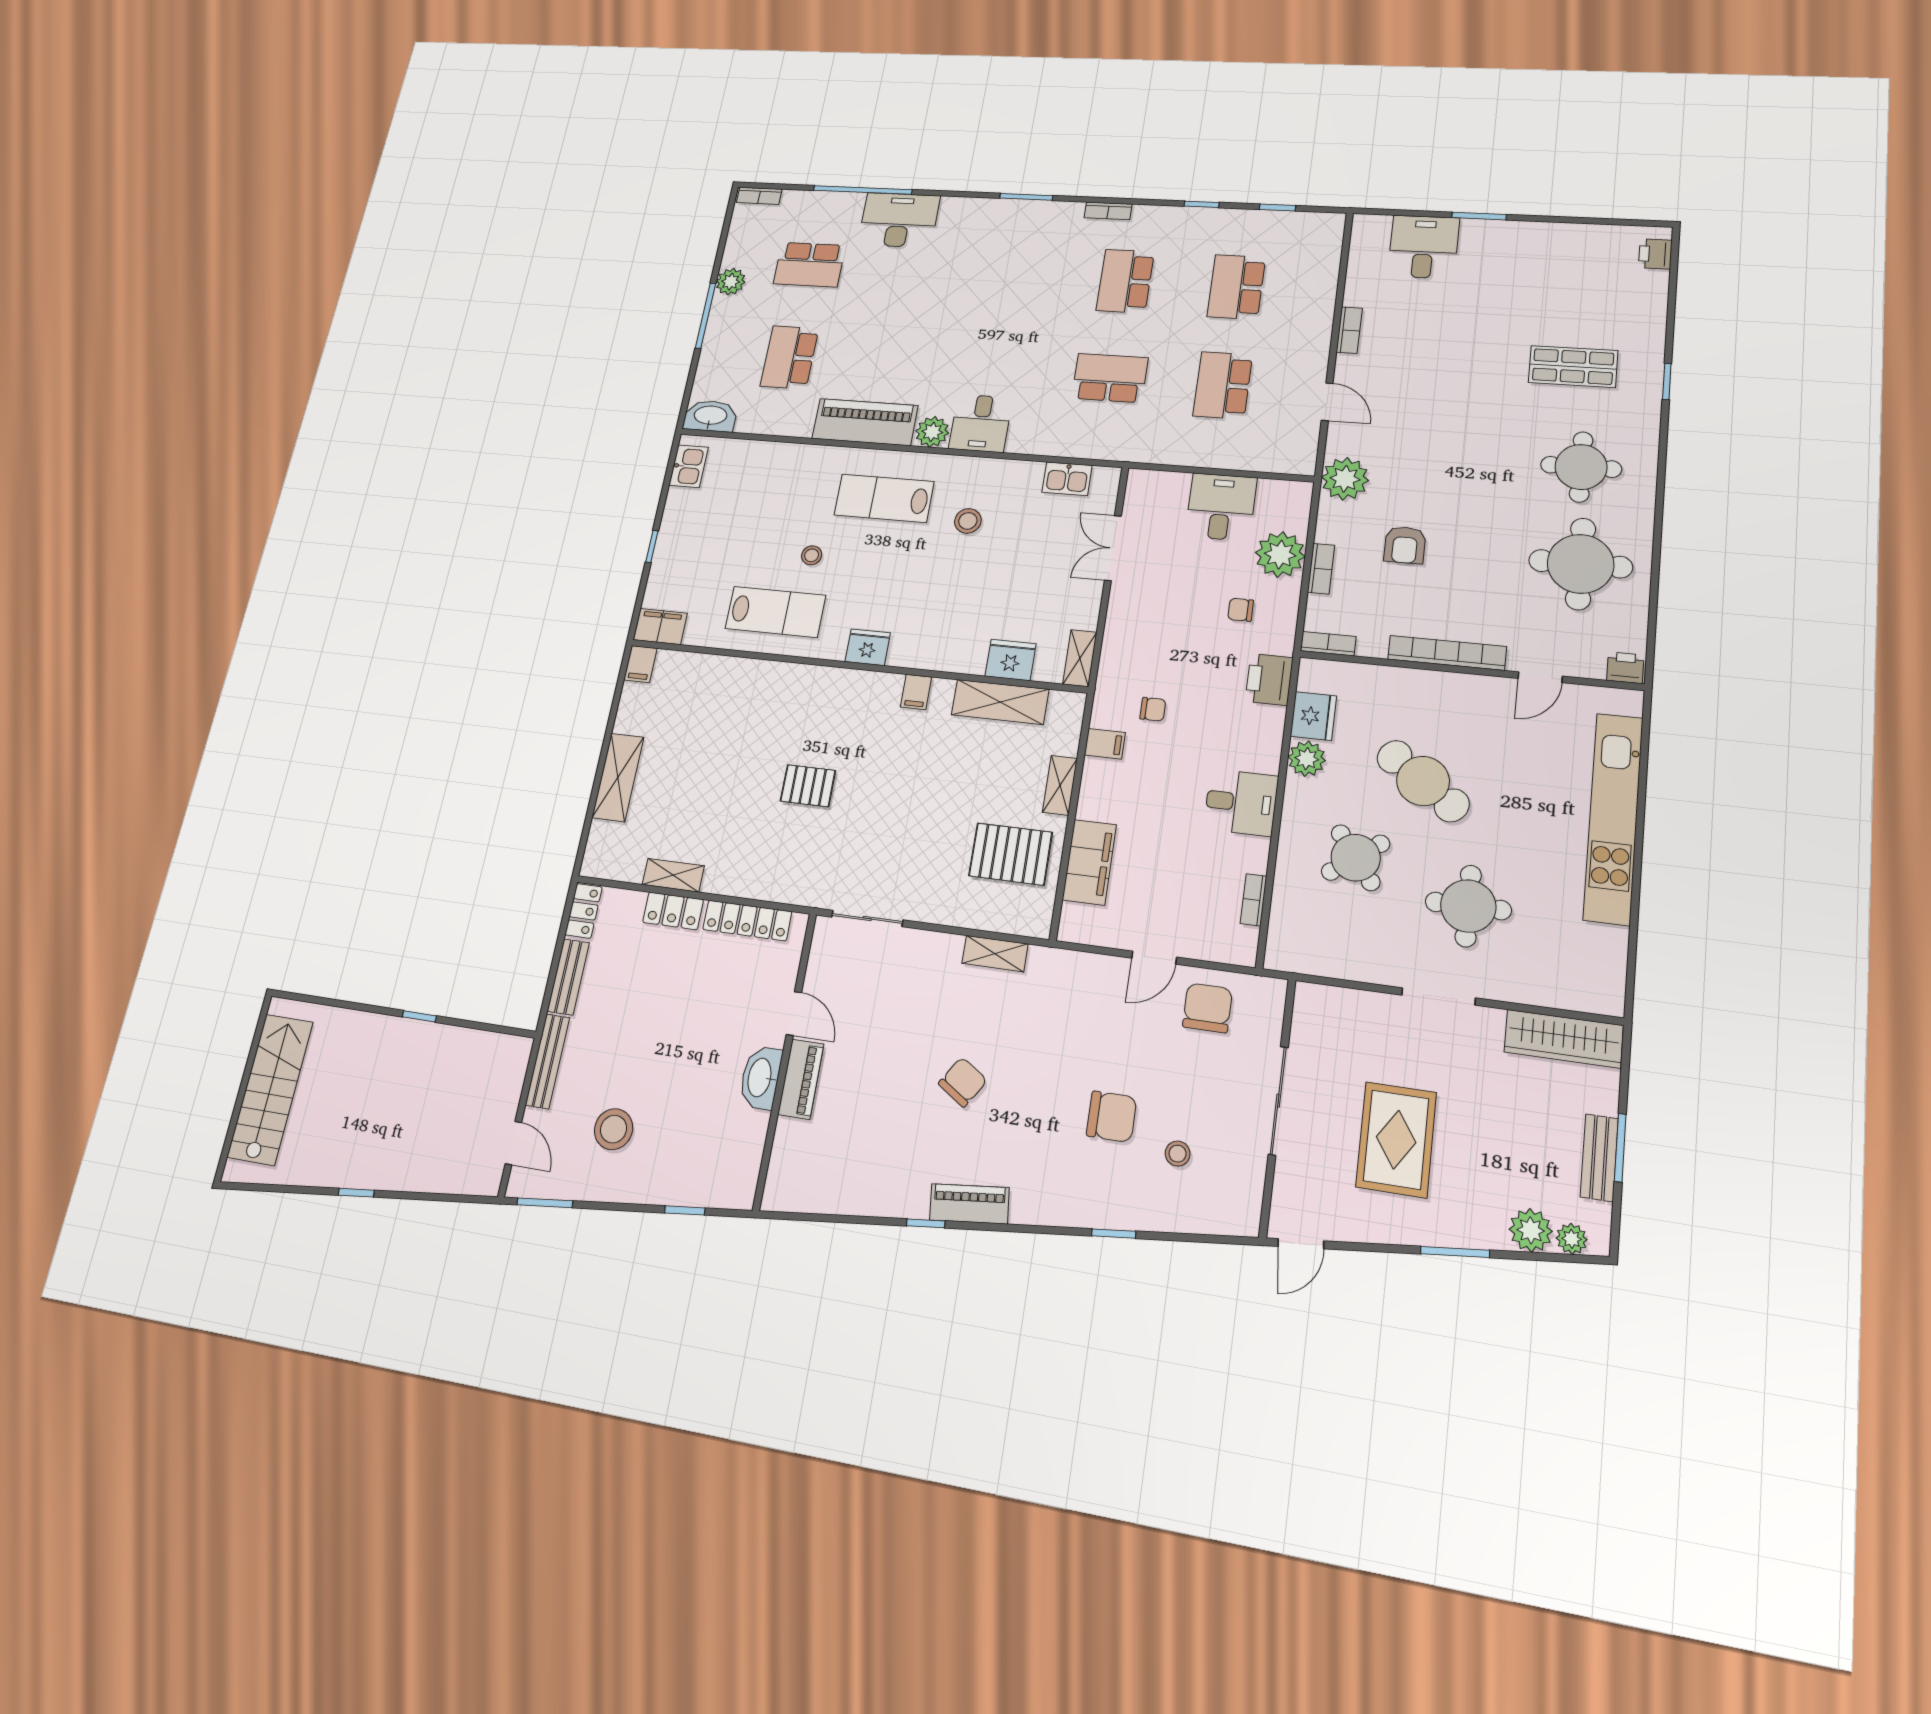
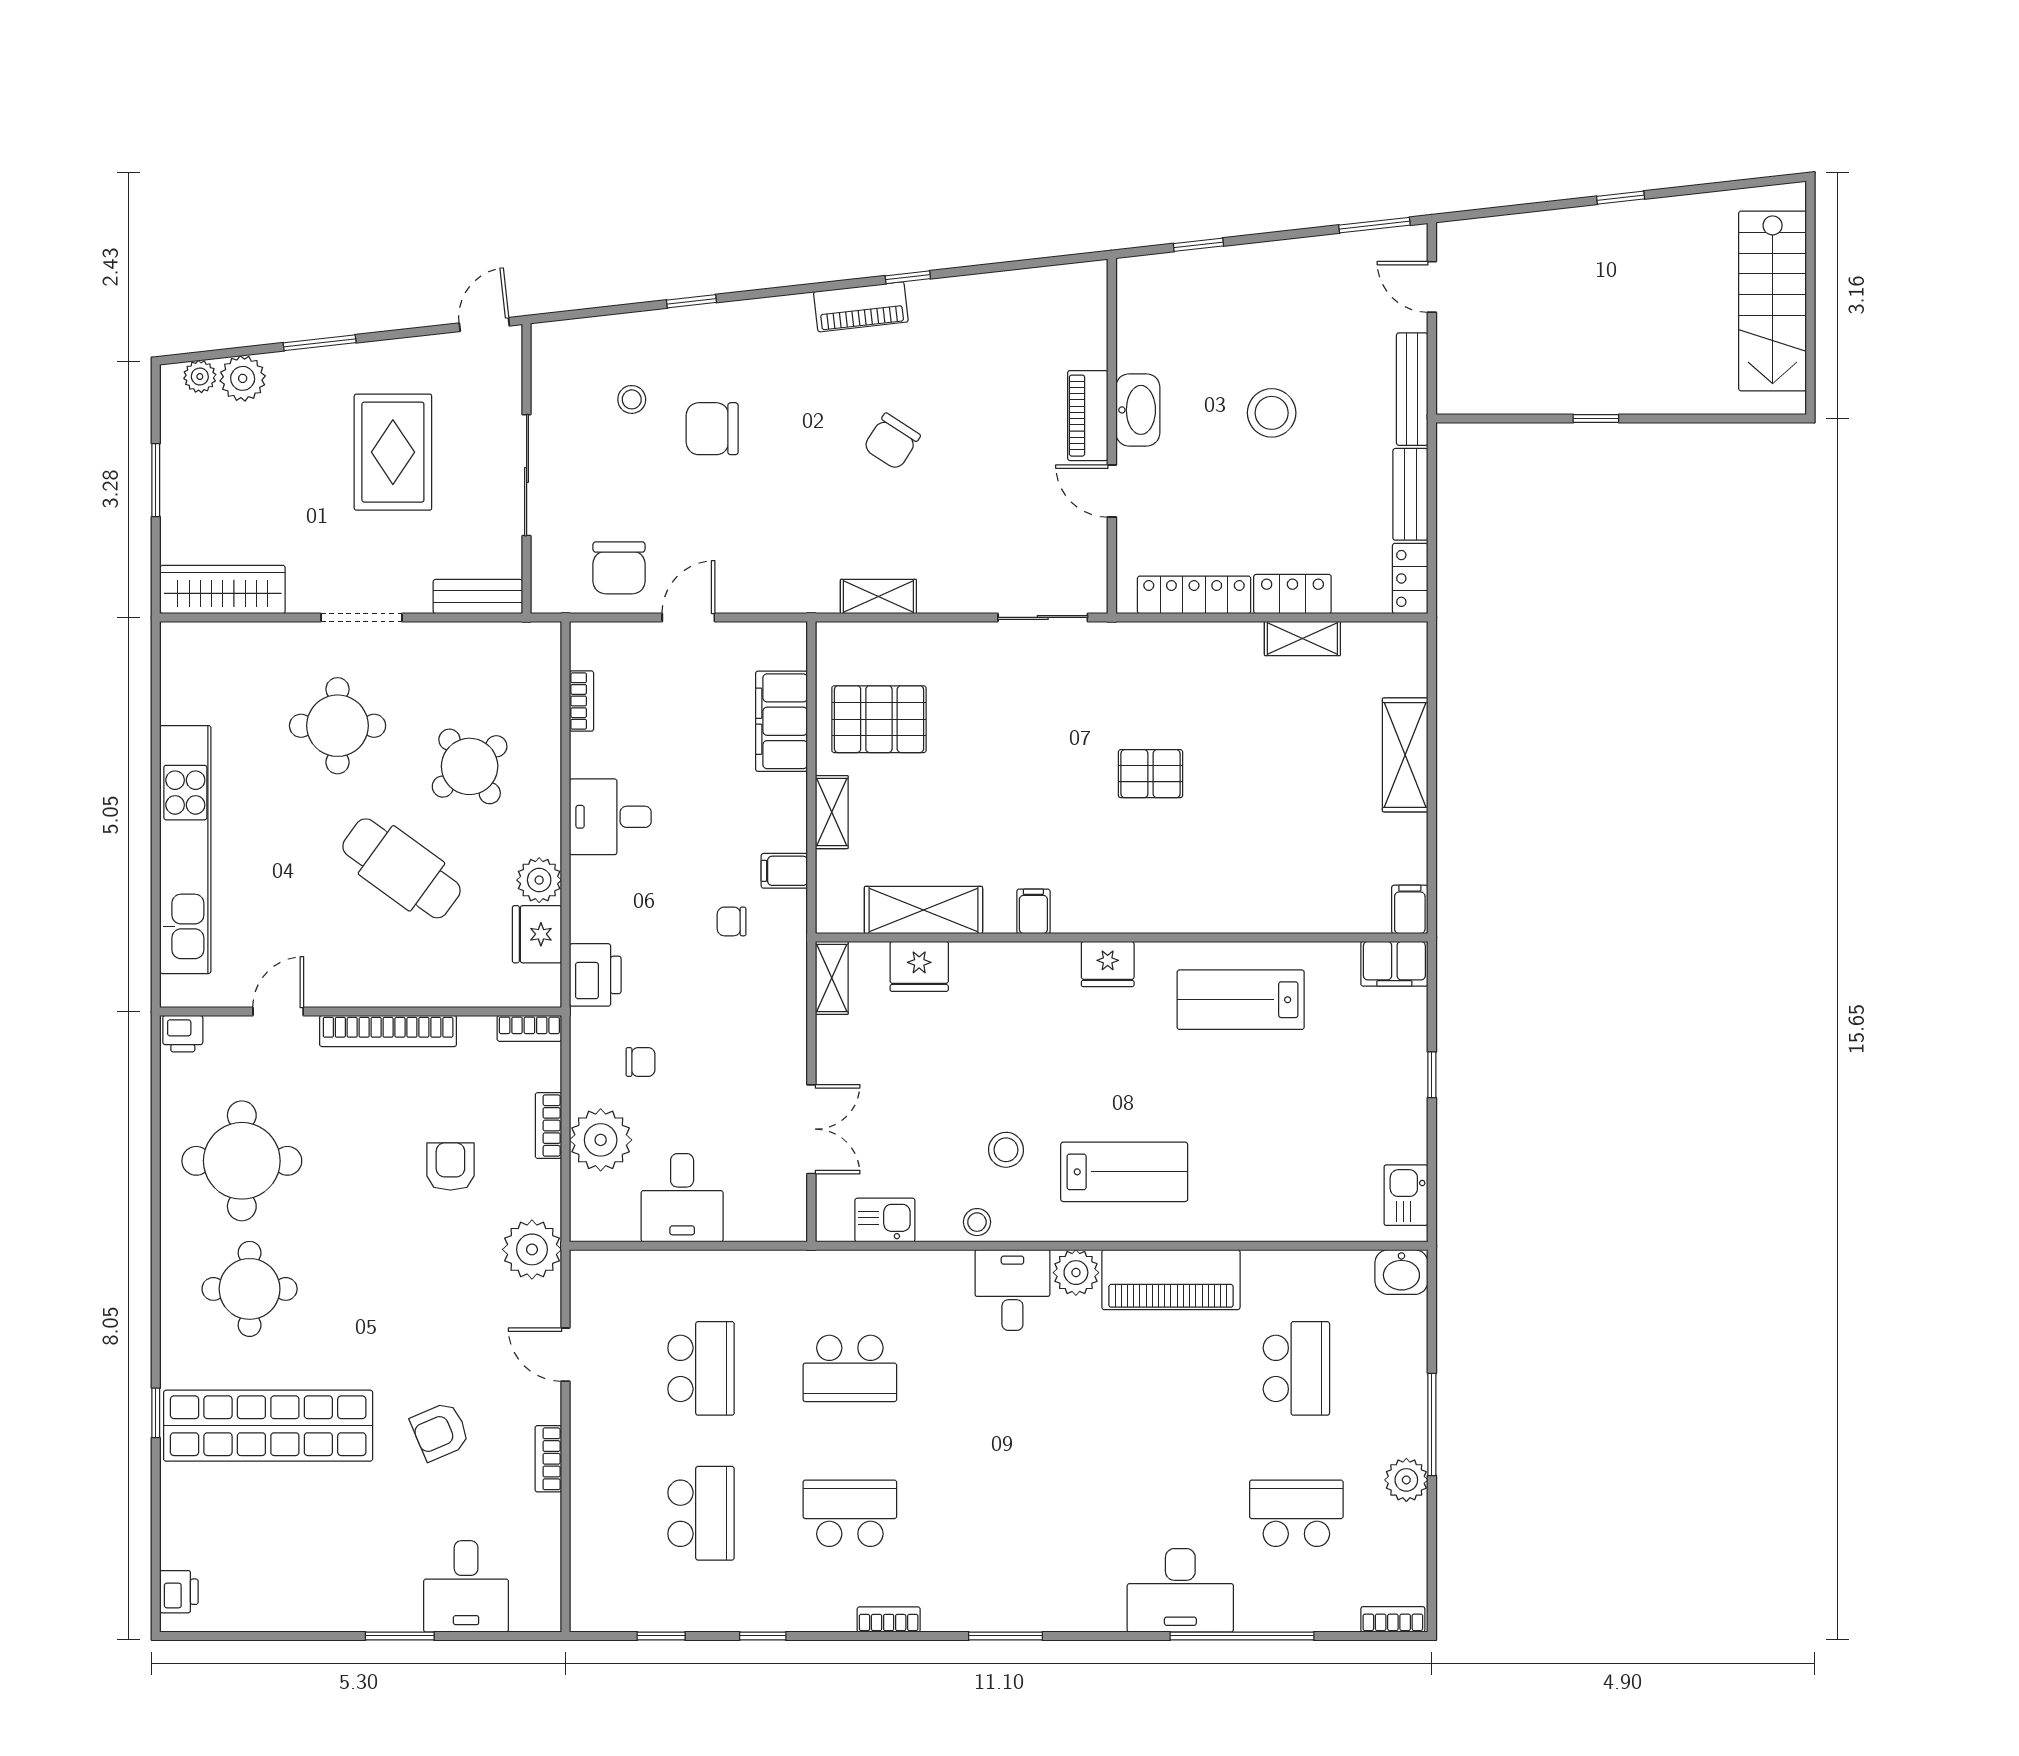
school desk: (1125, 281) -> (850, 1513), turned -90
armchair: (1433, 354) -> (440, 1431), added
shop shelf: (1573, 367) -> (268, 1426), width x2.00, depth x1.36
washbasin: (710, 416) -> (1401, 1272), width x0.72
stool: (812, 555) -> (977, 1222), moved
stool: (614, 1129) -> (1272, 413), moved
bench: (1599, 1158) -> (478, 596), moved, turned 90

